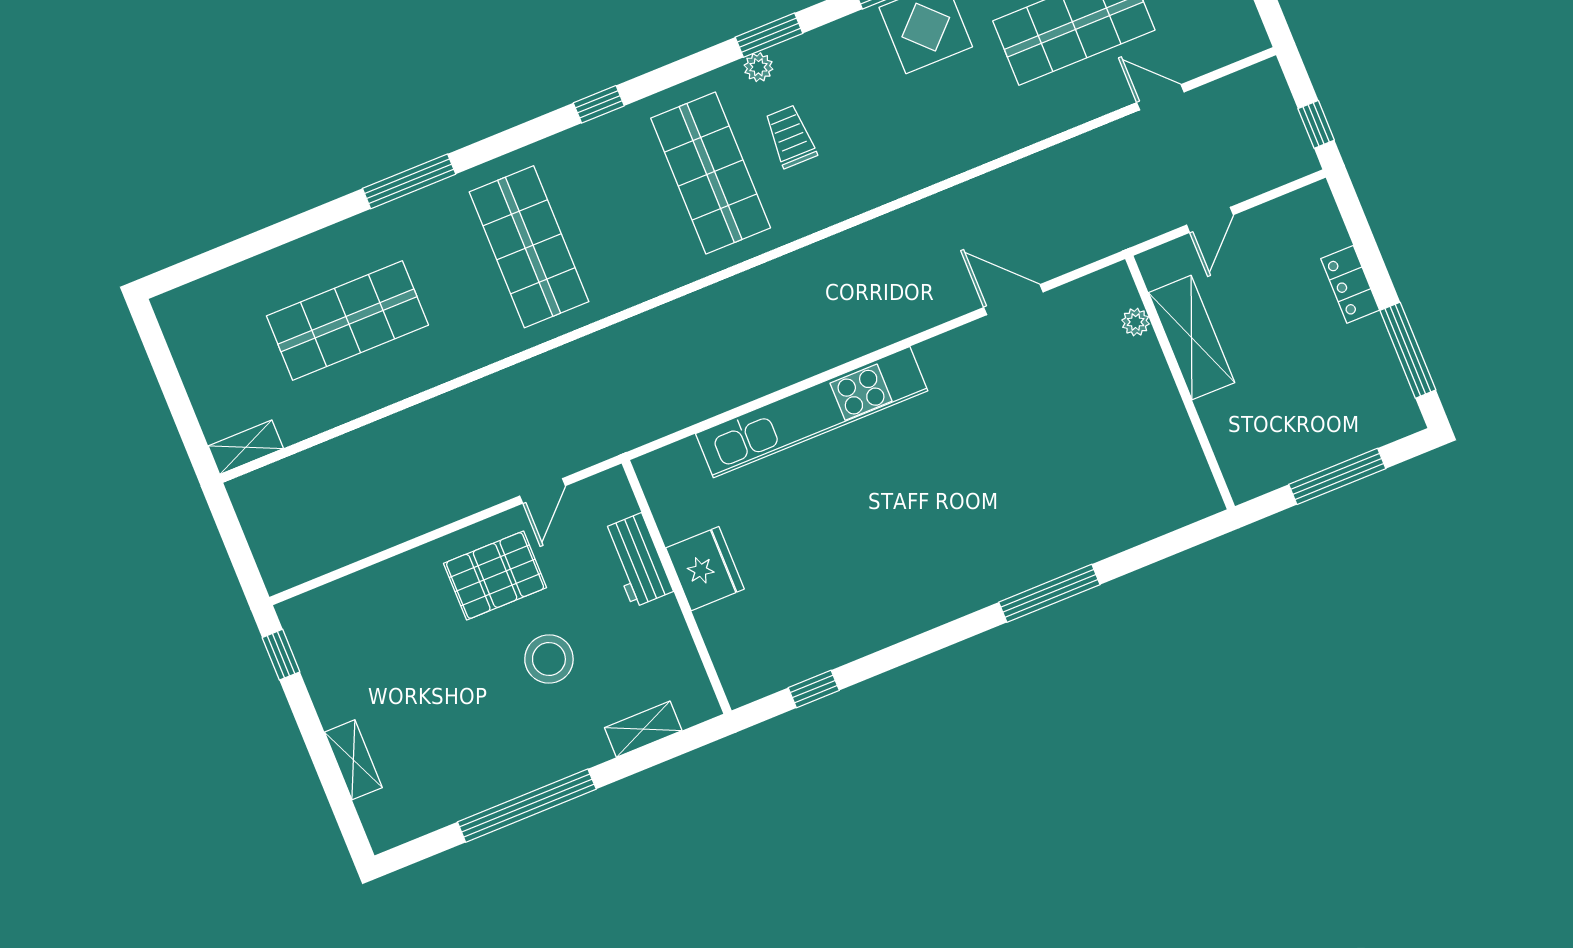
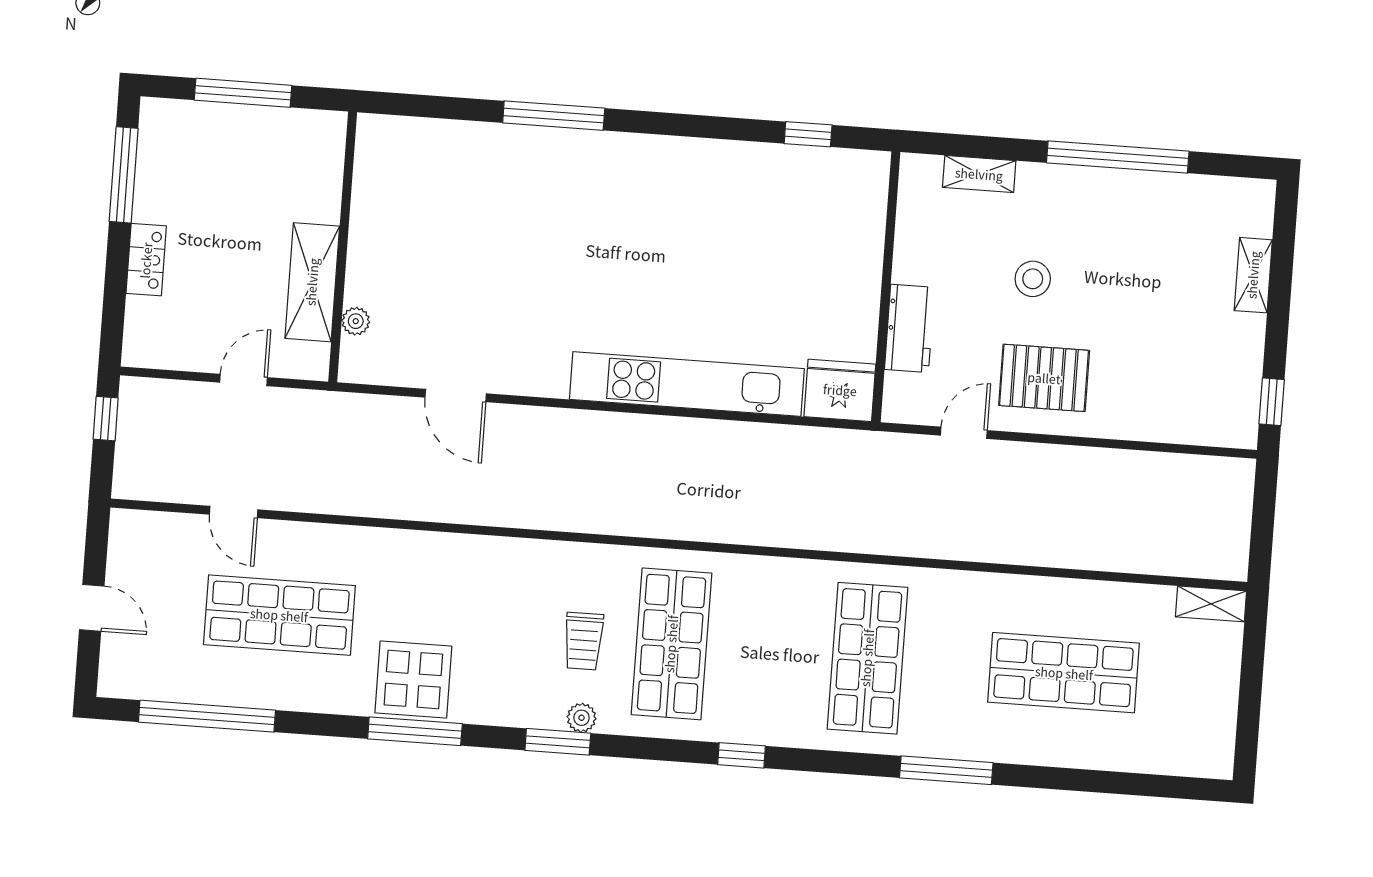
fridge: (705, 569) -> (840, 390), moved, turned 90
stool: (549, 659) -> (1033, 279), width x0.73, depth x0.73

